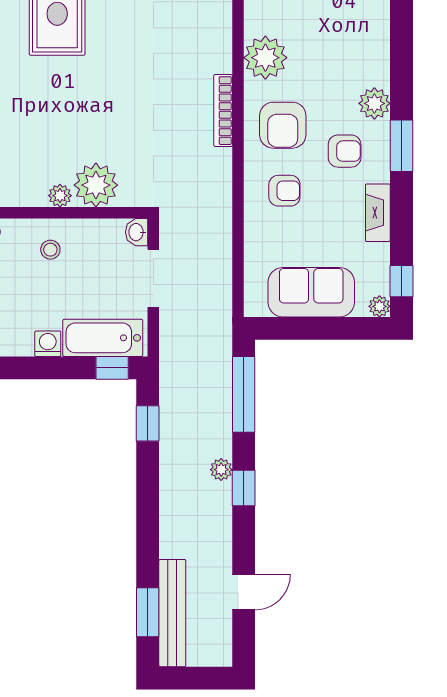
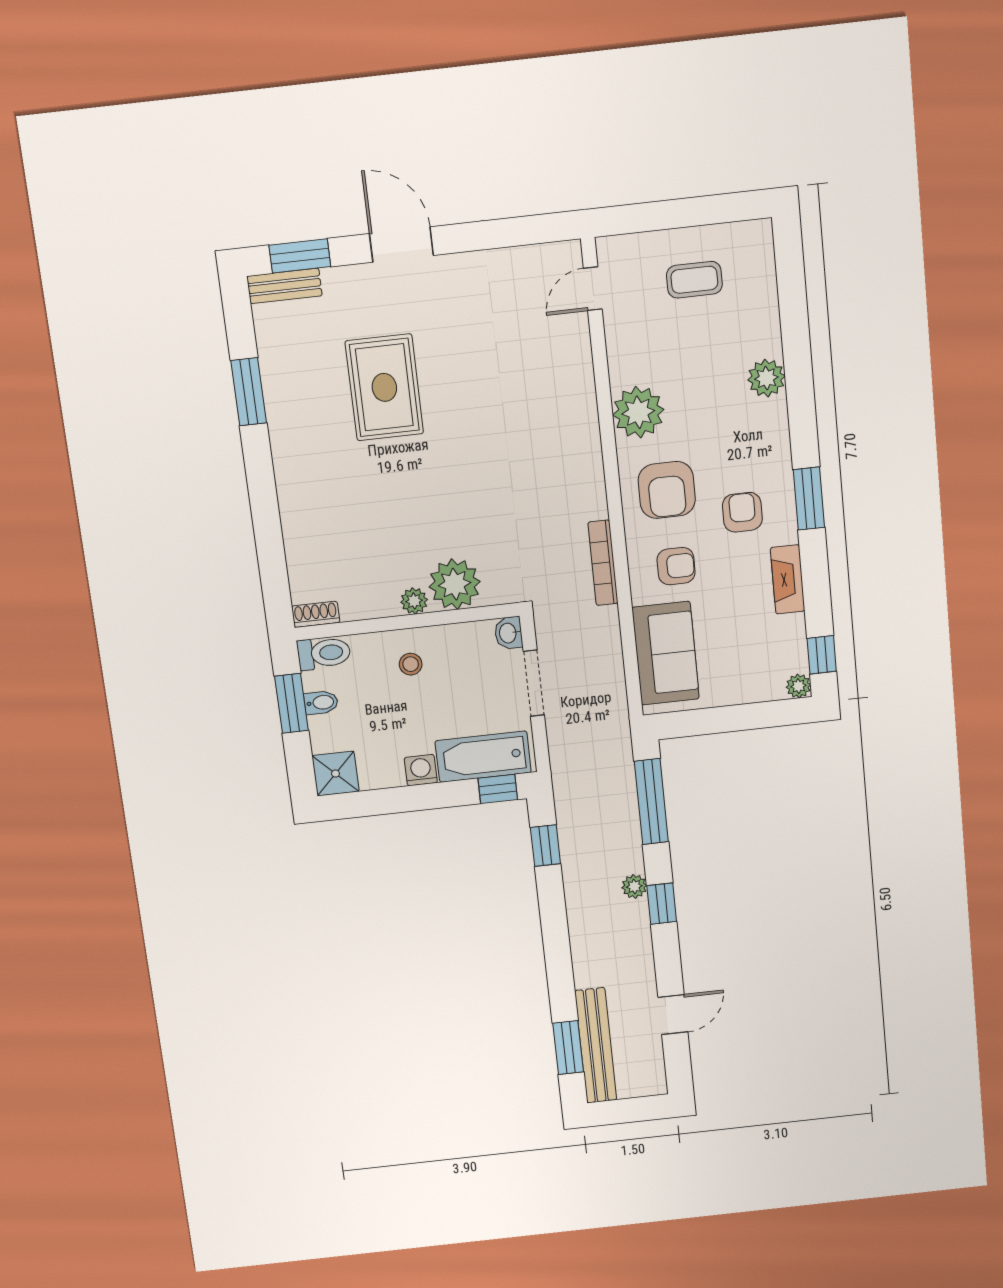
plant: (374, 103) -> (766, 378), moved
bookcase: (223, 111) -> (603, 563), moved
armchair: (345, 151) -> (742, 512), turned -90
sofa: (311, 292) -> (666, 653), moved, turned 90

